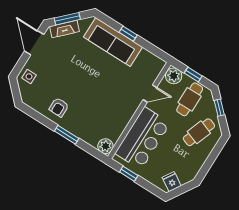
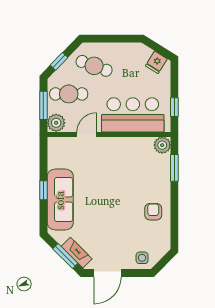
window: (193, 75) -> (43, 105), width x1.50
door: (150, 94) -> (87, 135), hinge flipped
armchair: (59, 107) -> (153, 212), turned -90
window: (67, 135) -> (174, 168), moved

